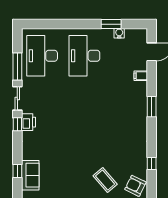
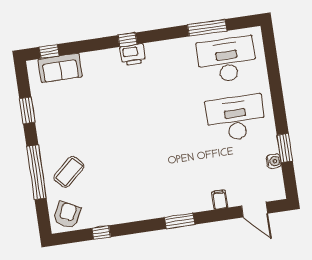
sliding door: (17, 98) -> (163, 34), removed
window: (17, 171) -> (49, 51), moved

